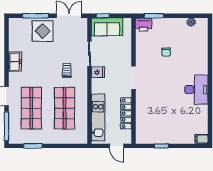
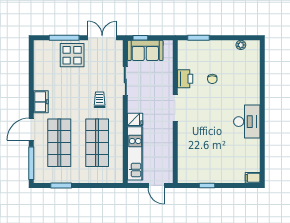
printer: (144, 24) -> (185, 79), moved, turned -90
freezer: (15, 62) -> (41, 102), moved
fridge: (98, 72) -> (135, 119), moved
locker: (126, 113) -> (167, 149), removed

